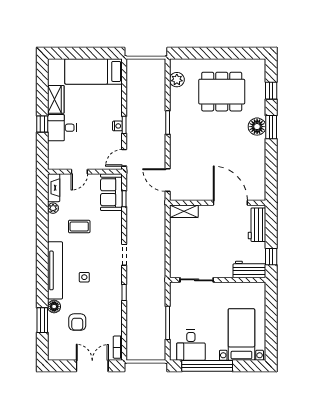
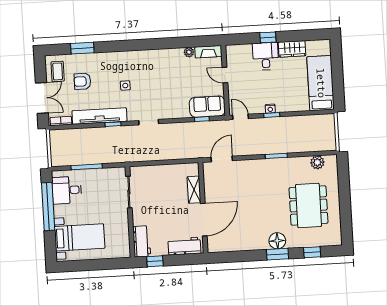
shelving: (184, 211) -> (194, 190), moved
coffee table: (79, 227) -> (58, 71), moved
tv unit: (55, 270) -> (100, 116), moved, turned 180
floor lamp: (54, 307) -> (96, 59), removed

